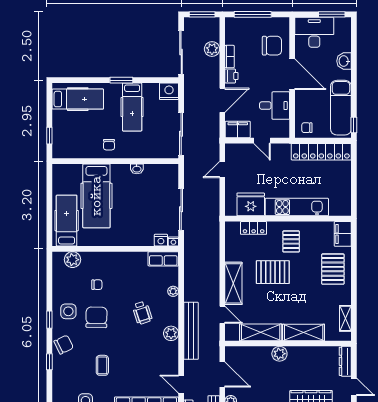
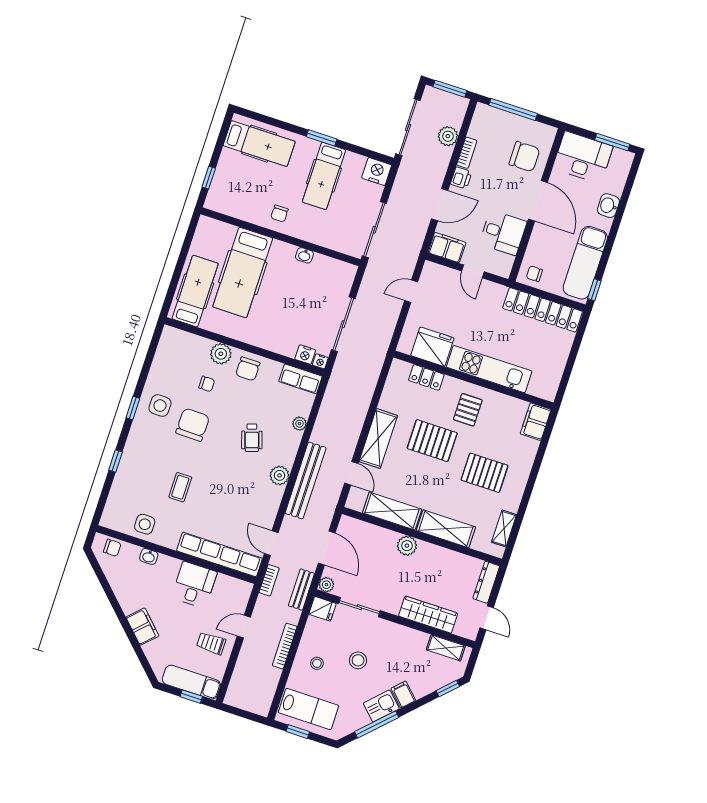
plant: (73, 260) -> (221, 354), moved
pallet: (333, 269) -> (485, 473), moved, turned 90
chair: (64, 345) -> (248, 369), moved, turned 116

